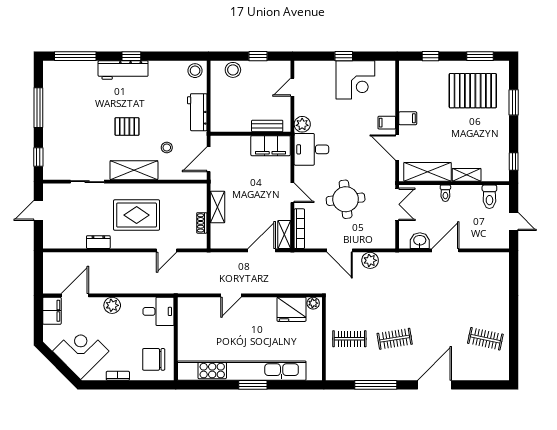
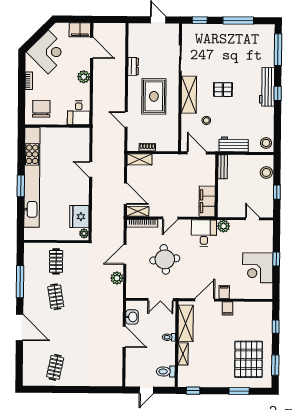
bench: (267, 126) -> (223, 167), moved
pallet: (127, 127) -> (223, 90), turned 90
shelving: (218, 207) -> (140, 159), moved

